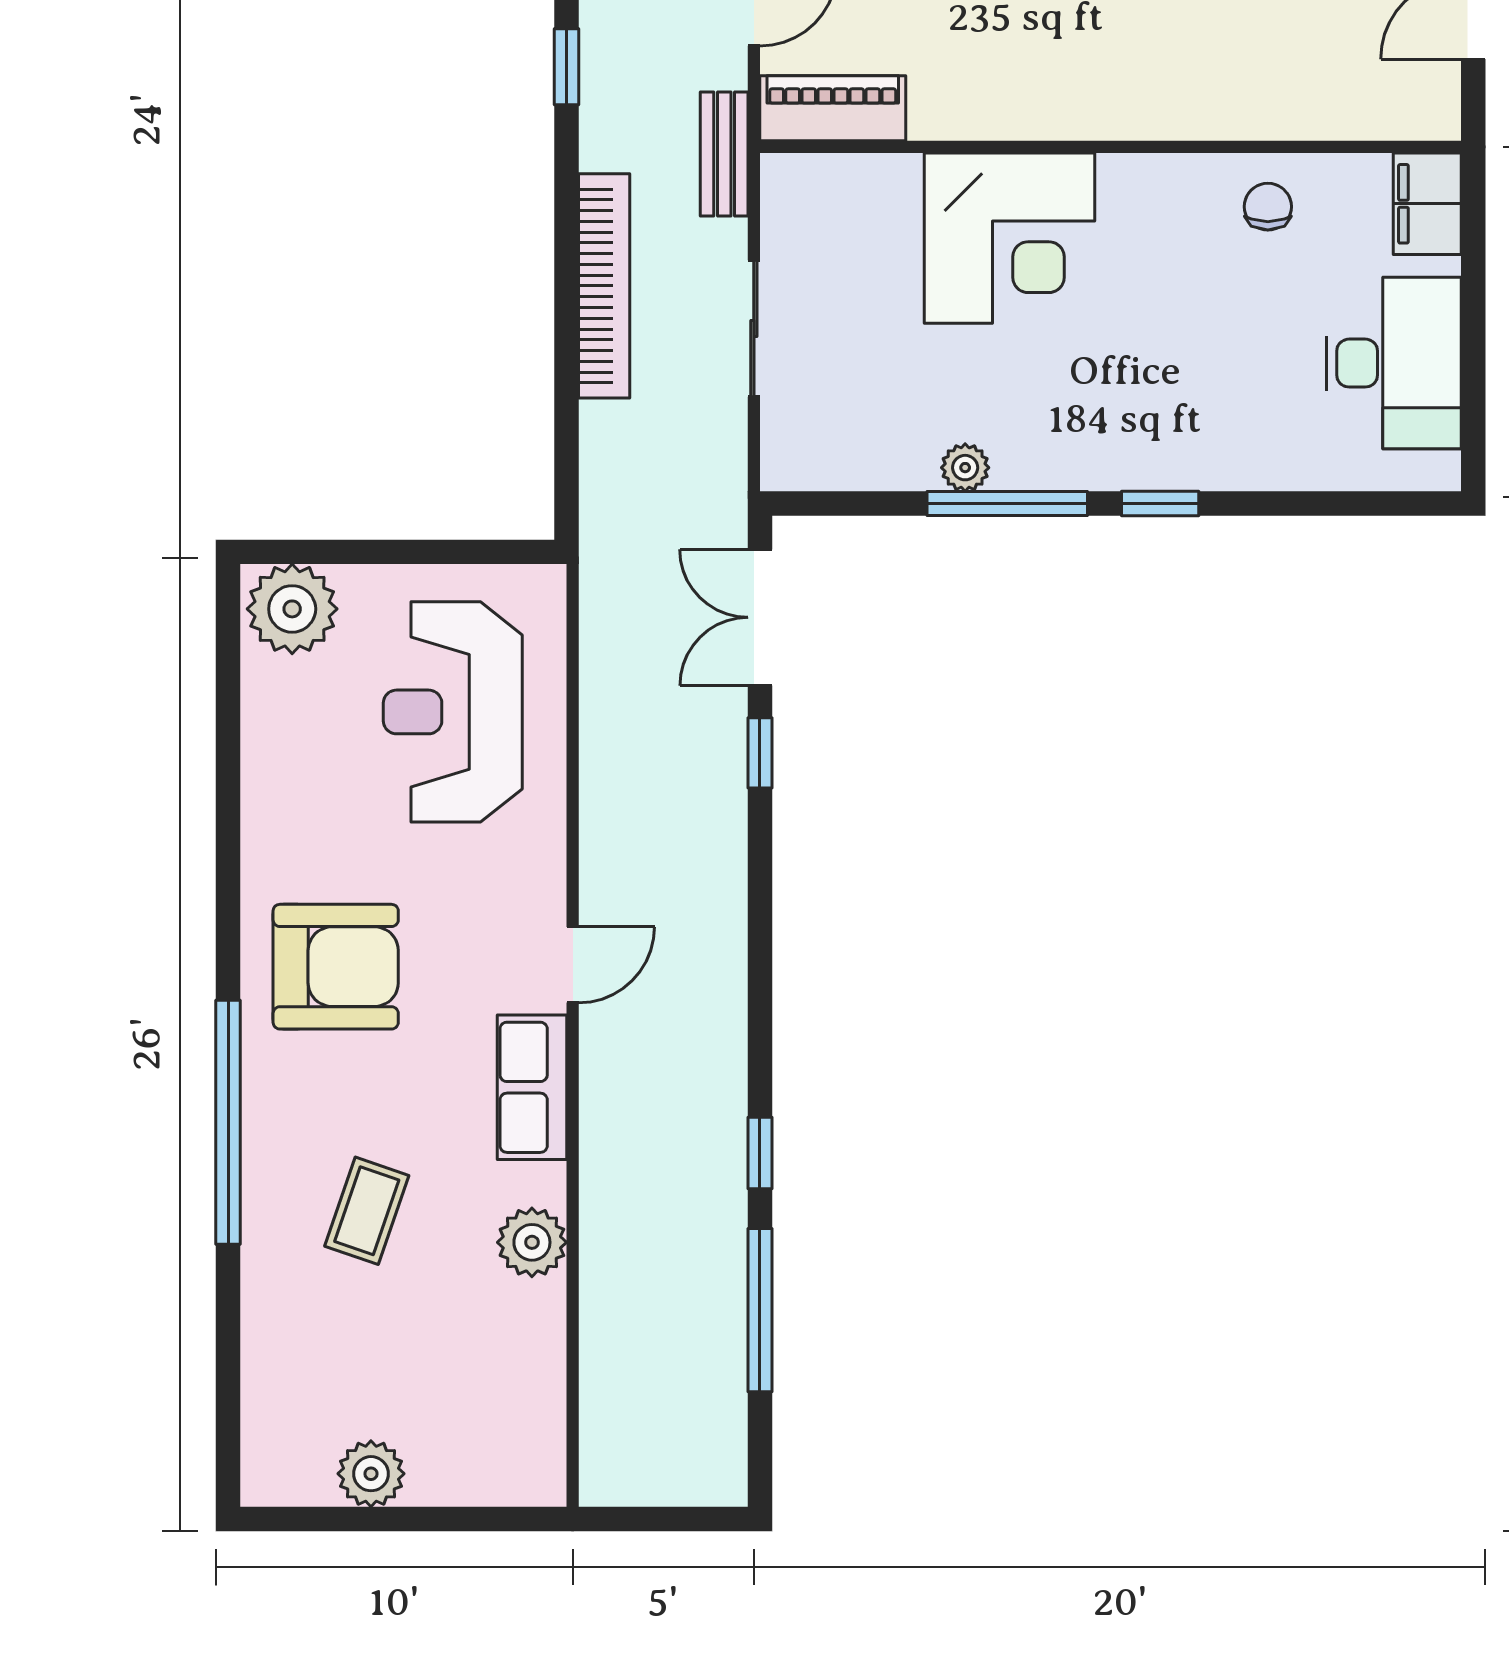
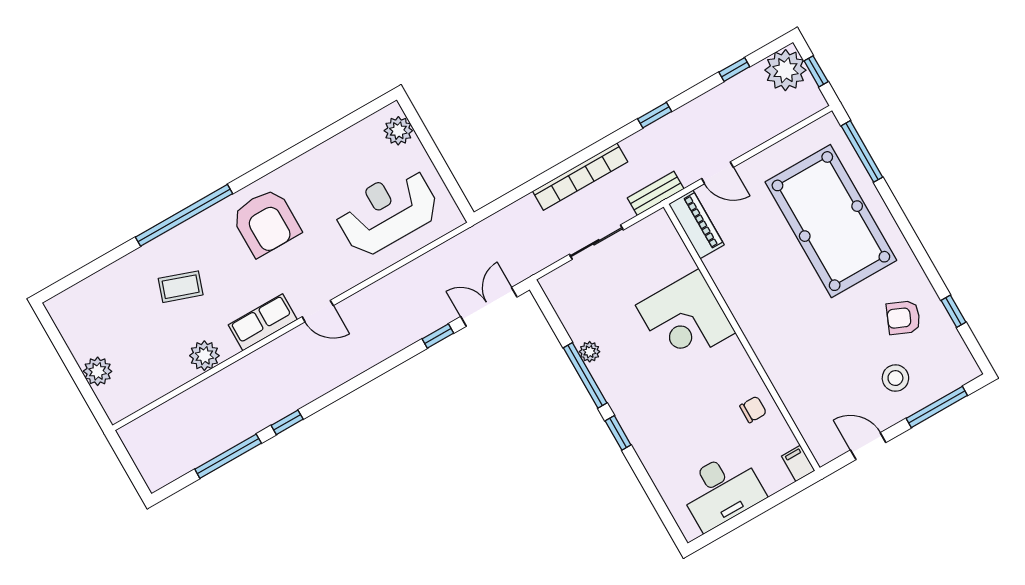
filing cabinet: (1427, 204) -> (798, 463), width x0.50
plant: (292, 609) -> (398, 131), width x0.73, depth x0.73
plant: (371, 1474) -> (98, 371), moved

